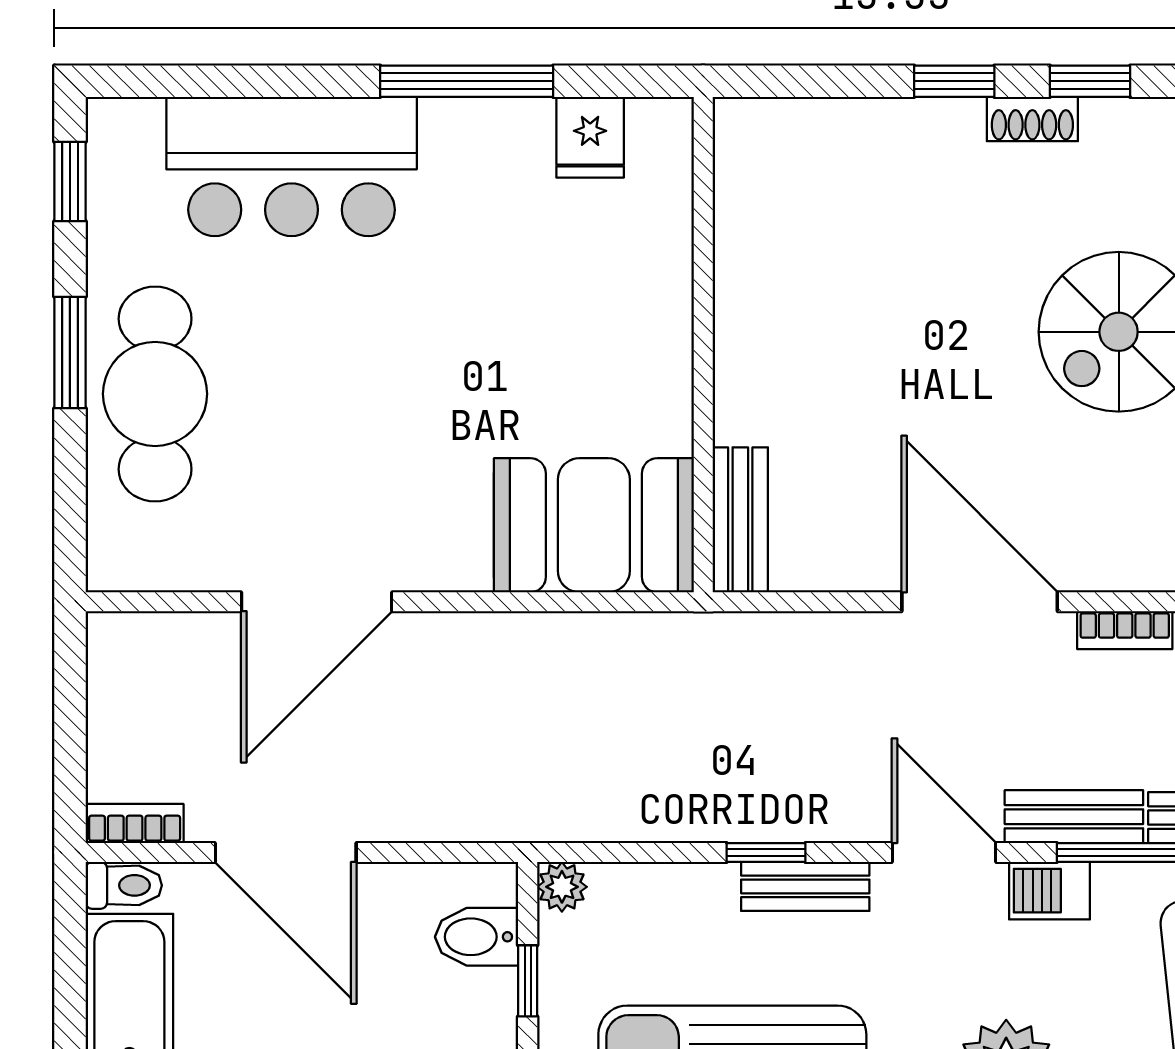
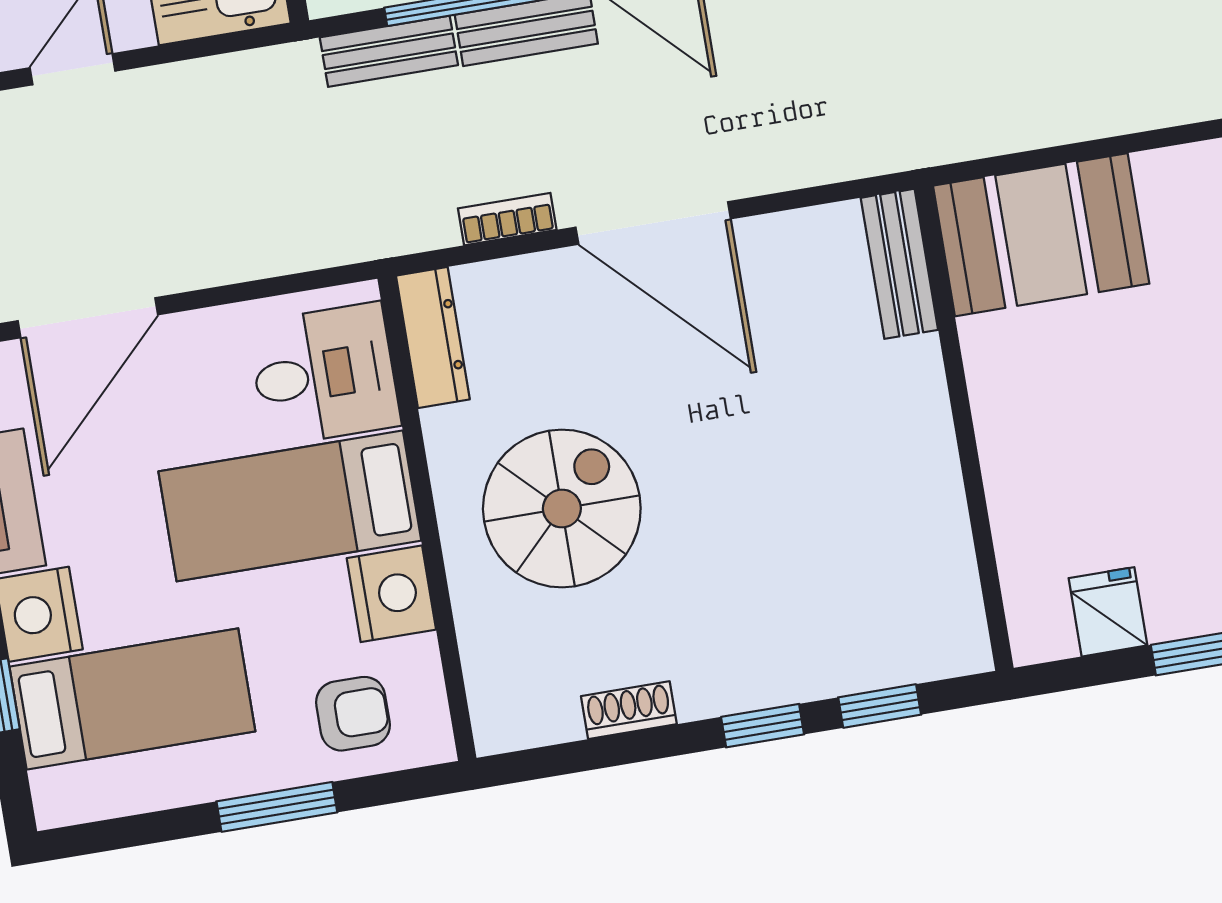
window: (1090, 81) -> (880, 706), moved
shoe rack: (1032, 119) -> (629, 710), moved

